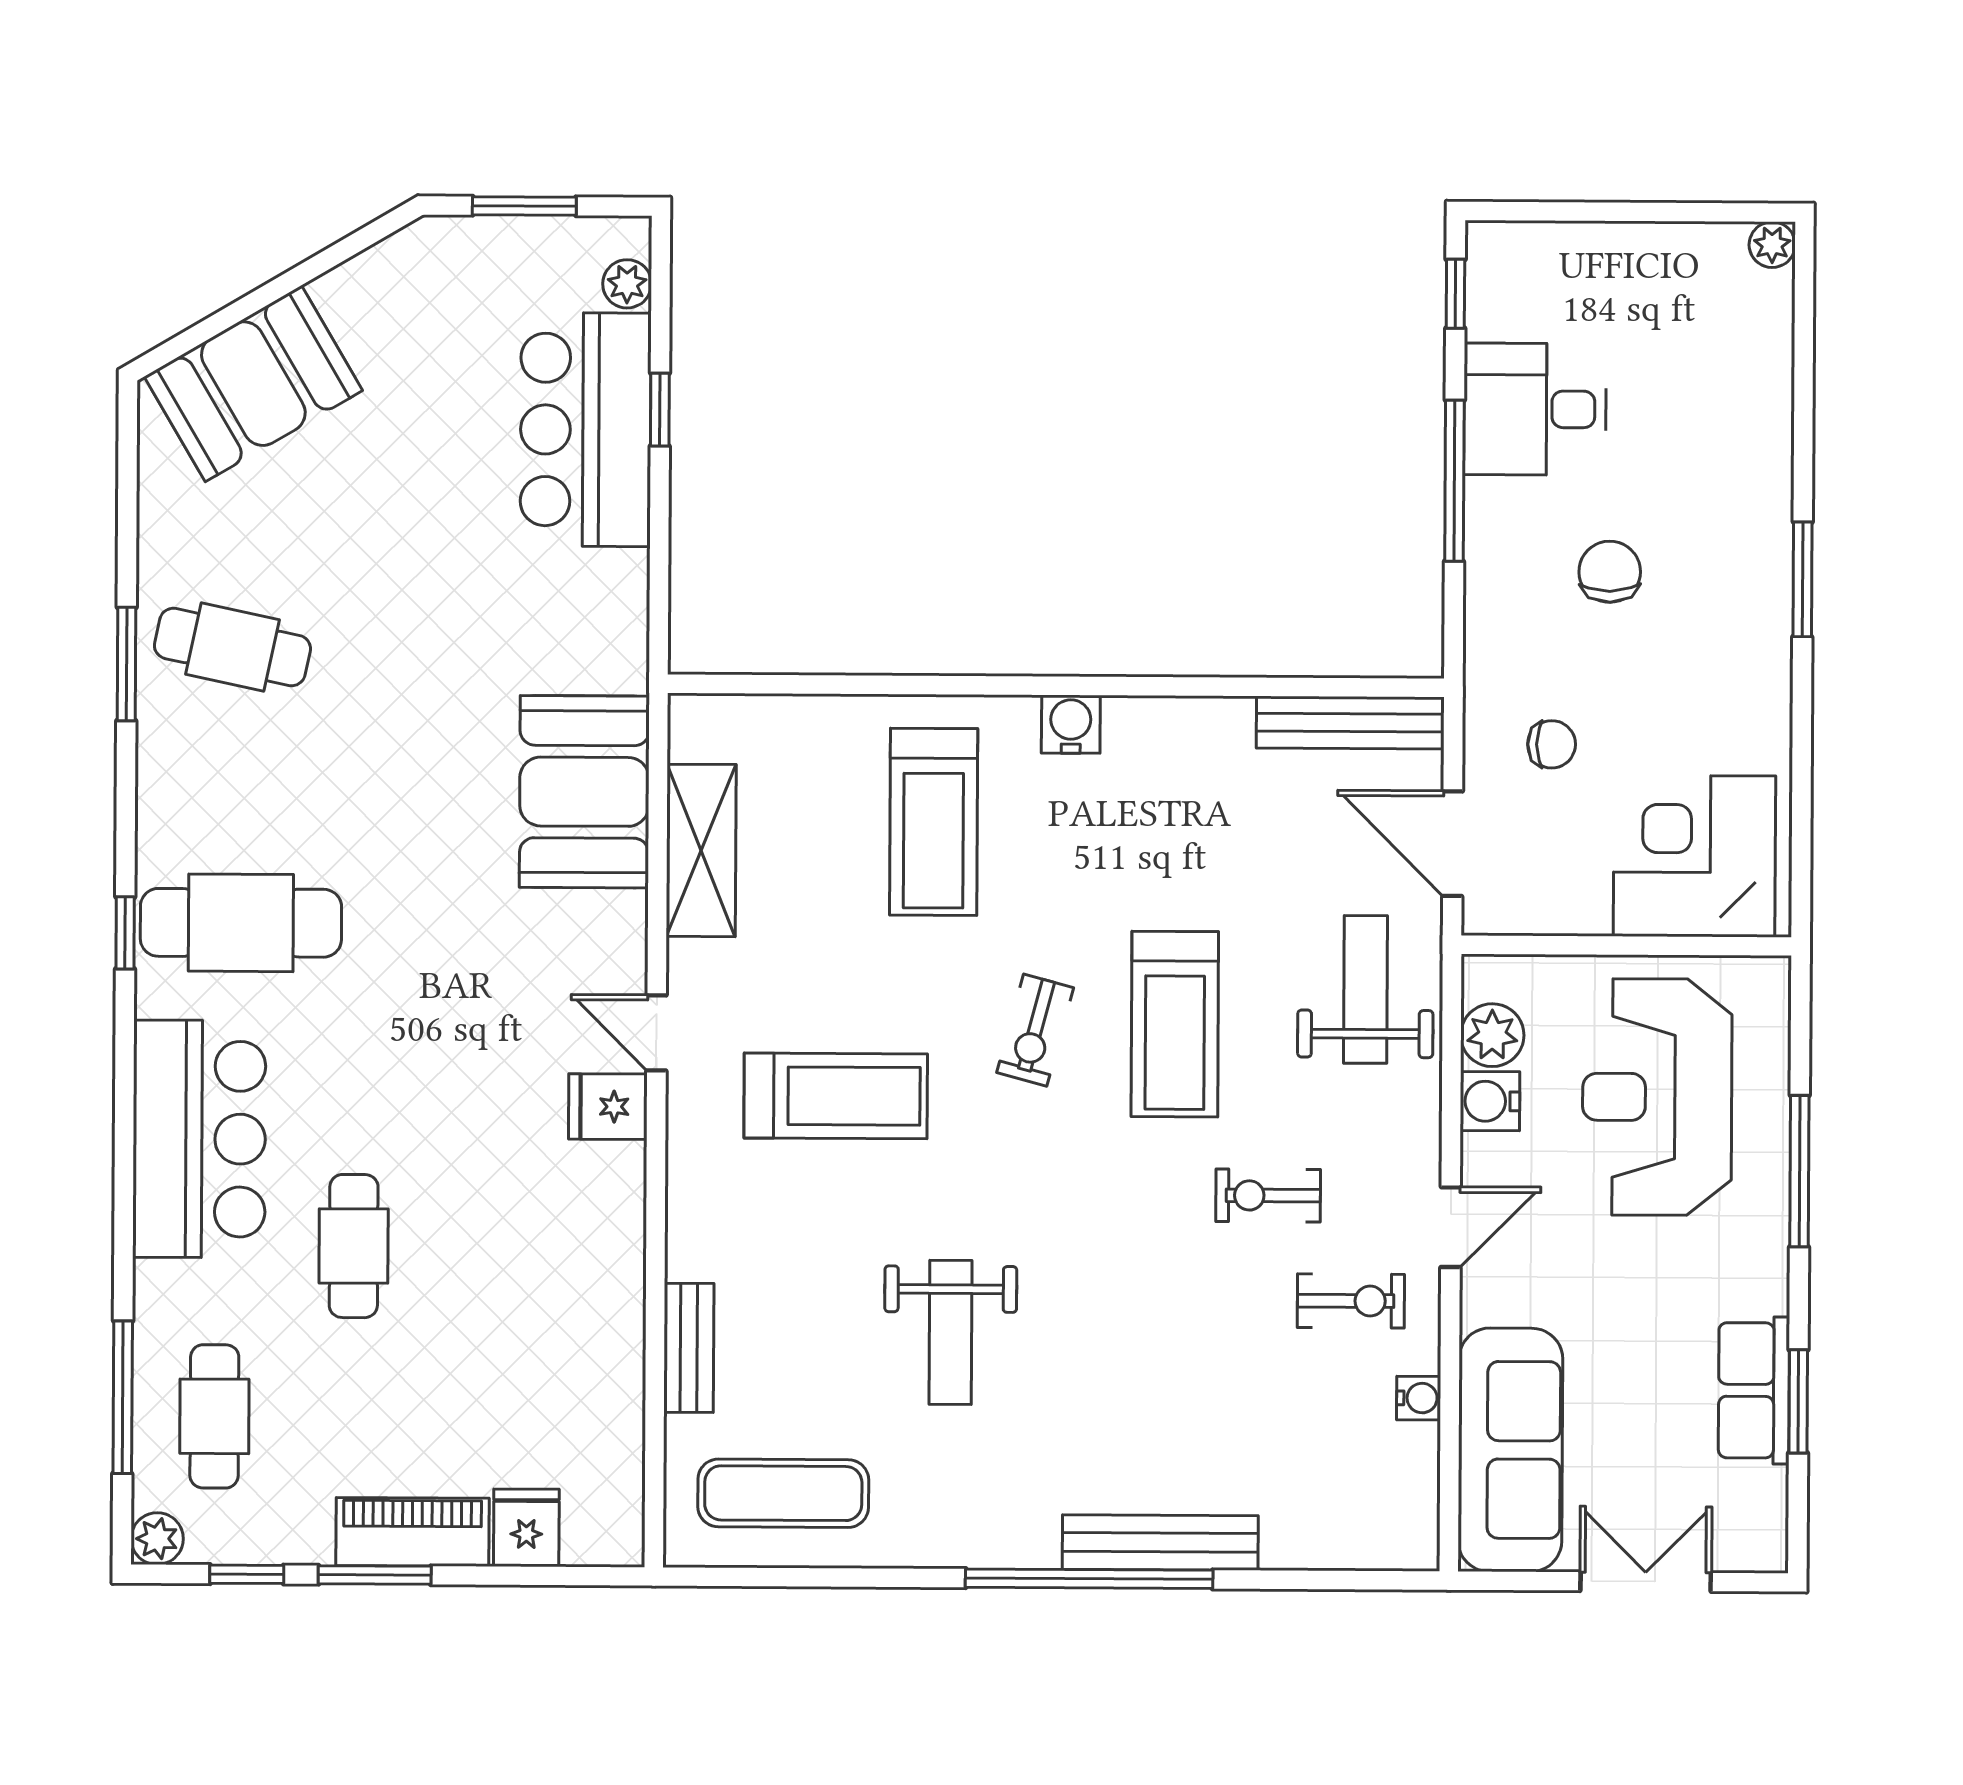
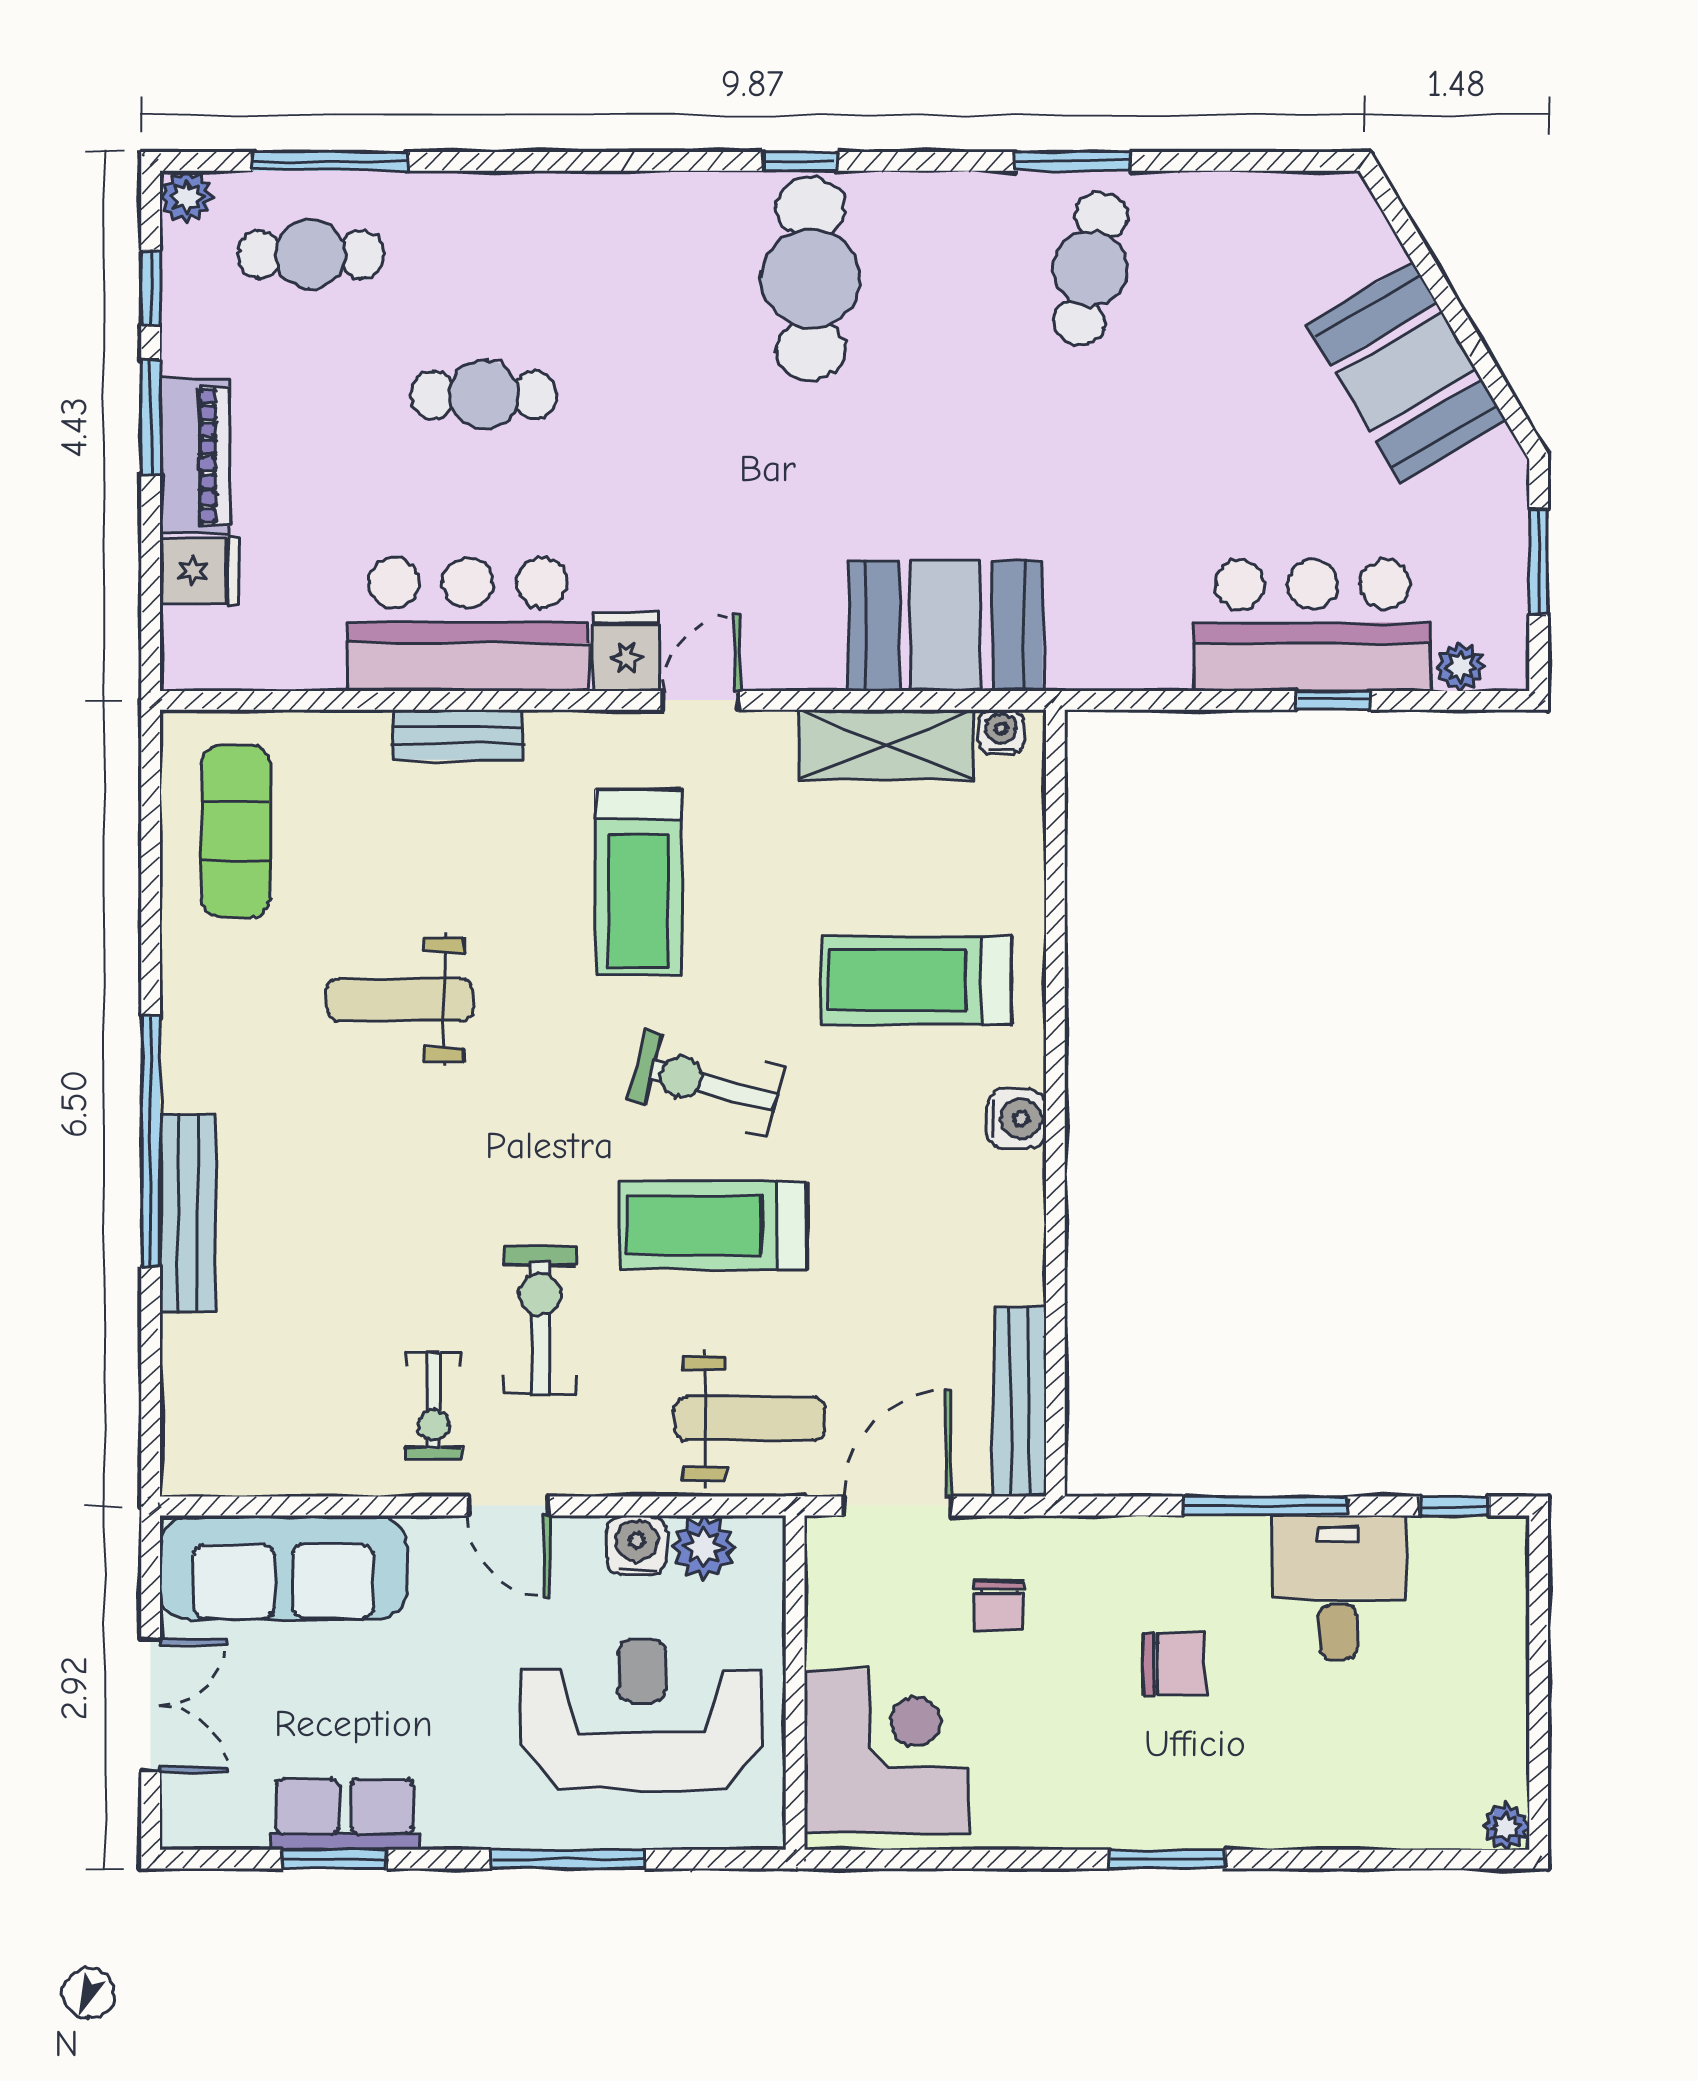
booth: (253, 384) -> (1406, 372), moved
exercise bike: (1035, 1030) -> (706, 1084), width x1.38, depth x1.39
bar counter: (199, 1139) -> (468, 624), moved, turned 180
exercise bike: (1268, 1195) -> (540, 1321), width x1.38, depth x1.39
bench: (689, 1348) -> (458, 735), moved
water cooler: (1419, 1398) -> (1001, 732), moved, turned 180

